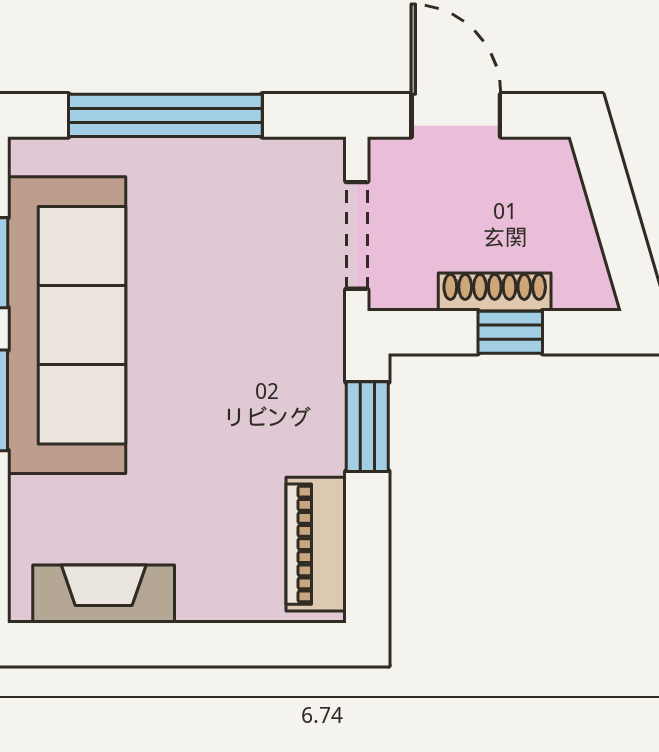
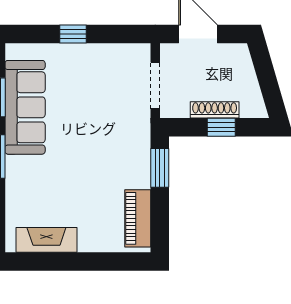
window: (165, 115) -> (73, 34), width x0.32
sofa: (67, 325) -> (25, 107), width x0.74, depth x0.79

